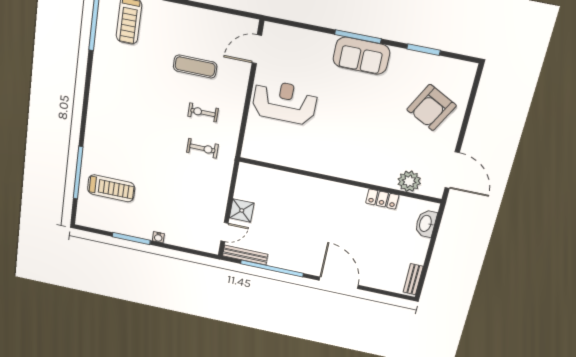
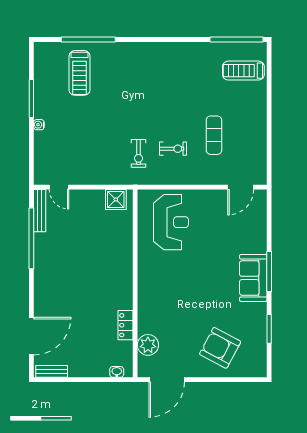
door: (257, 49) -> (241, 187), swing flipped
reception desk: (285, 102) -> (171, 222), moved
exercise bike: (203, 112) -> (173, 149), turned 90
shower: (242, 210) -> (116, 200), moved
washbasin: (426, 224) -> (117, 372), width x0.52, depth x0.69
door: (339, 283) -> (31, 336), moved

